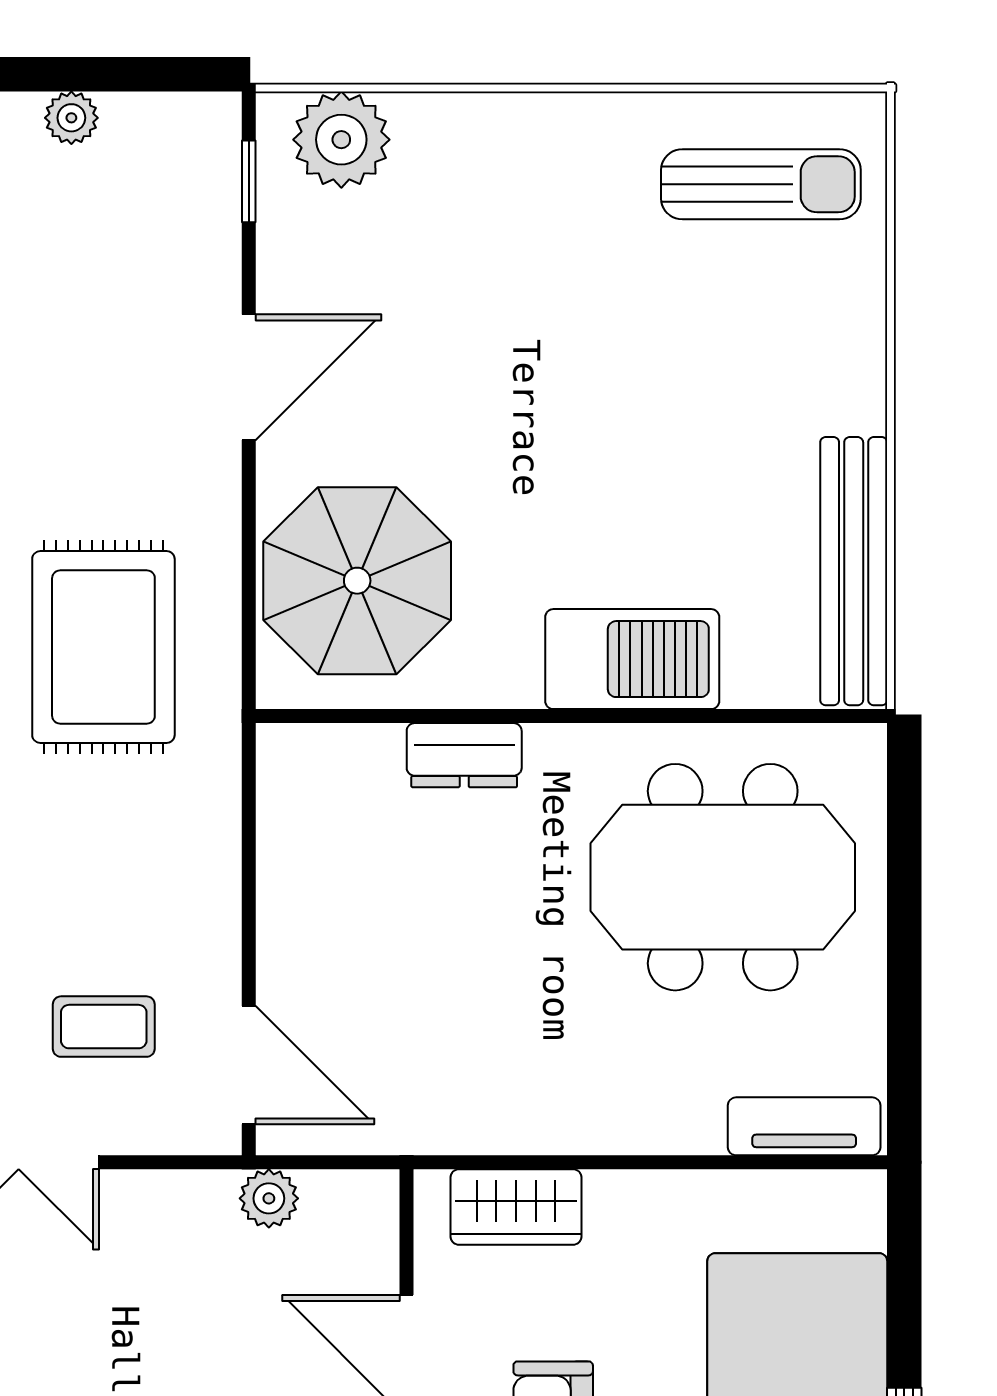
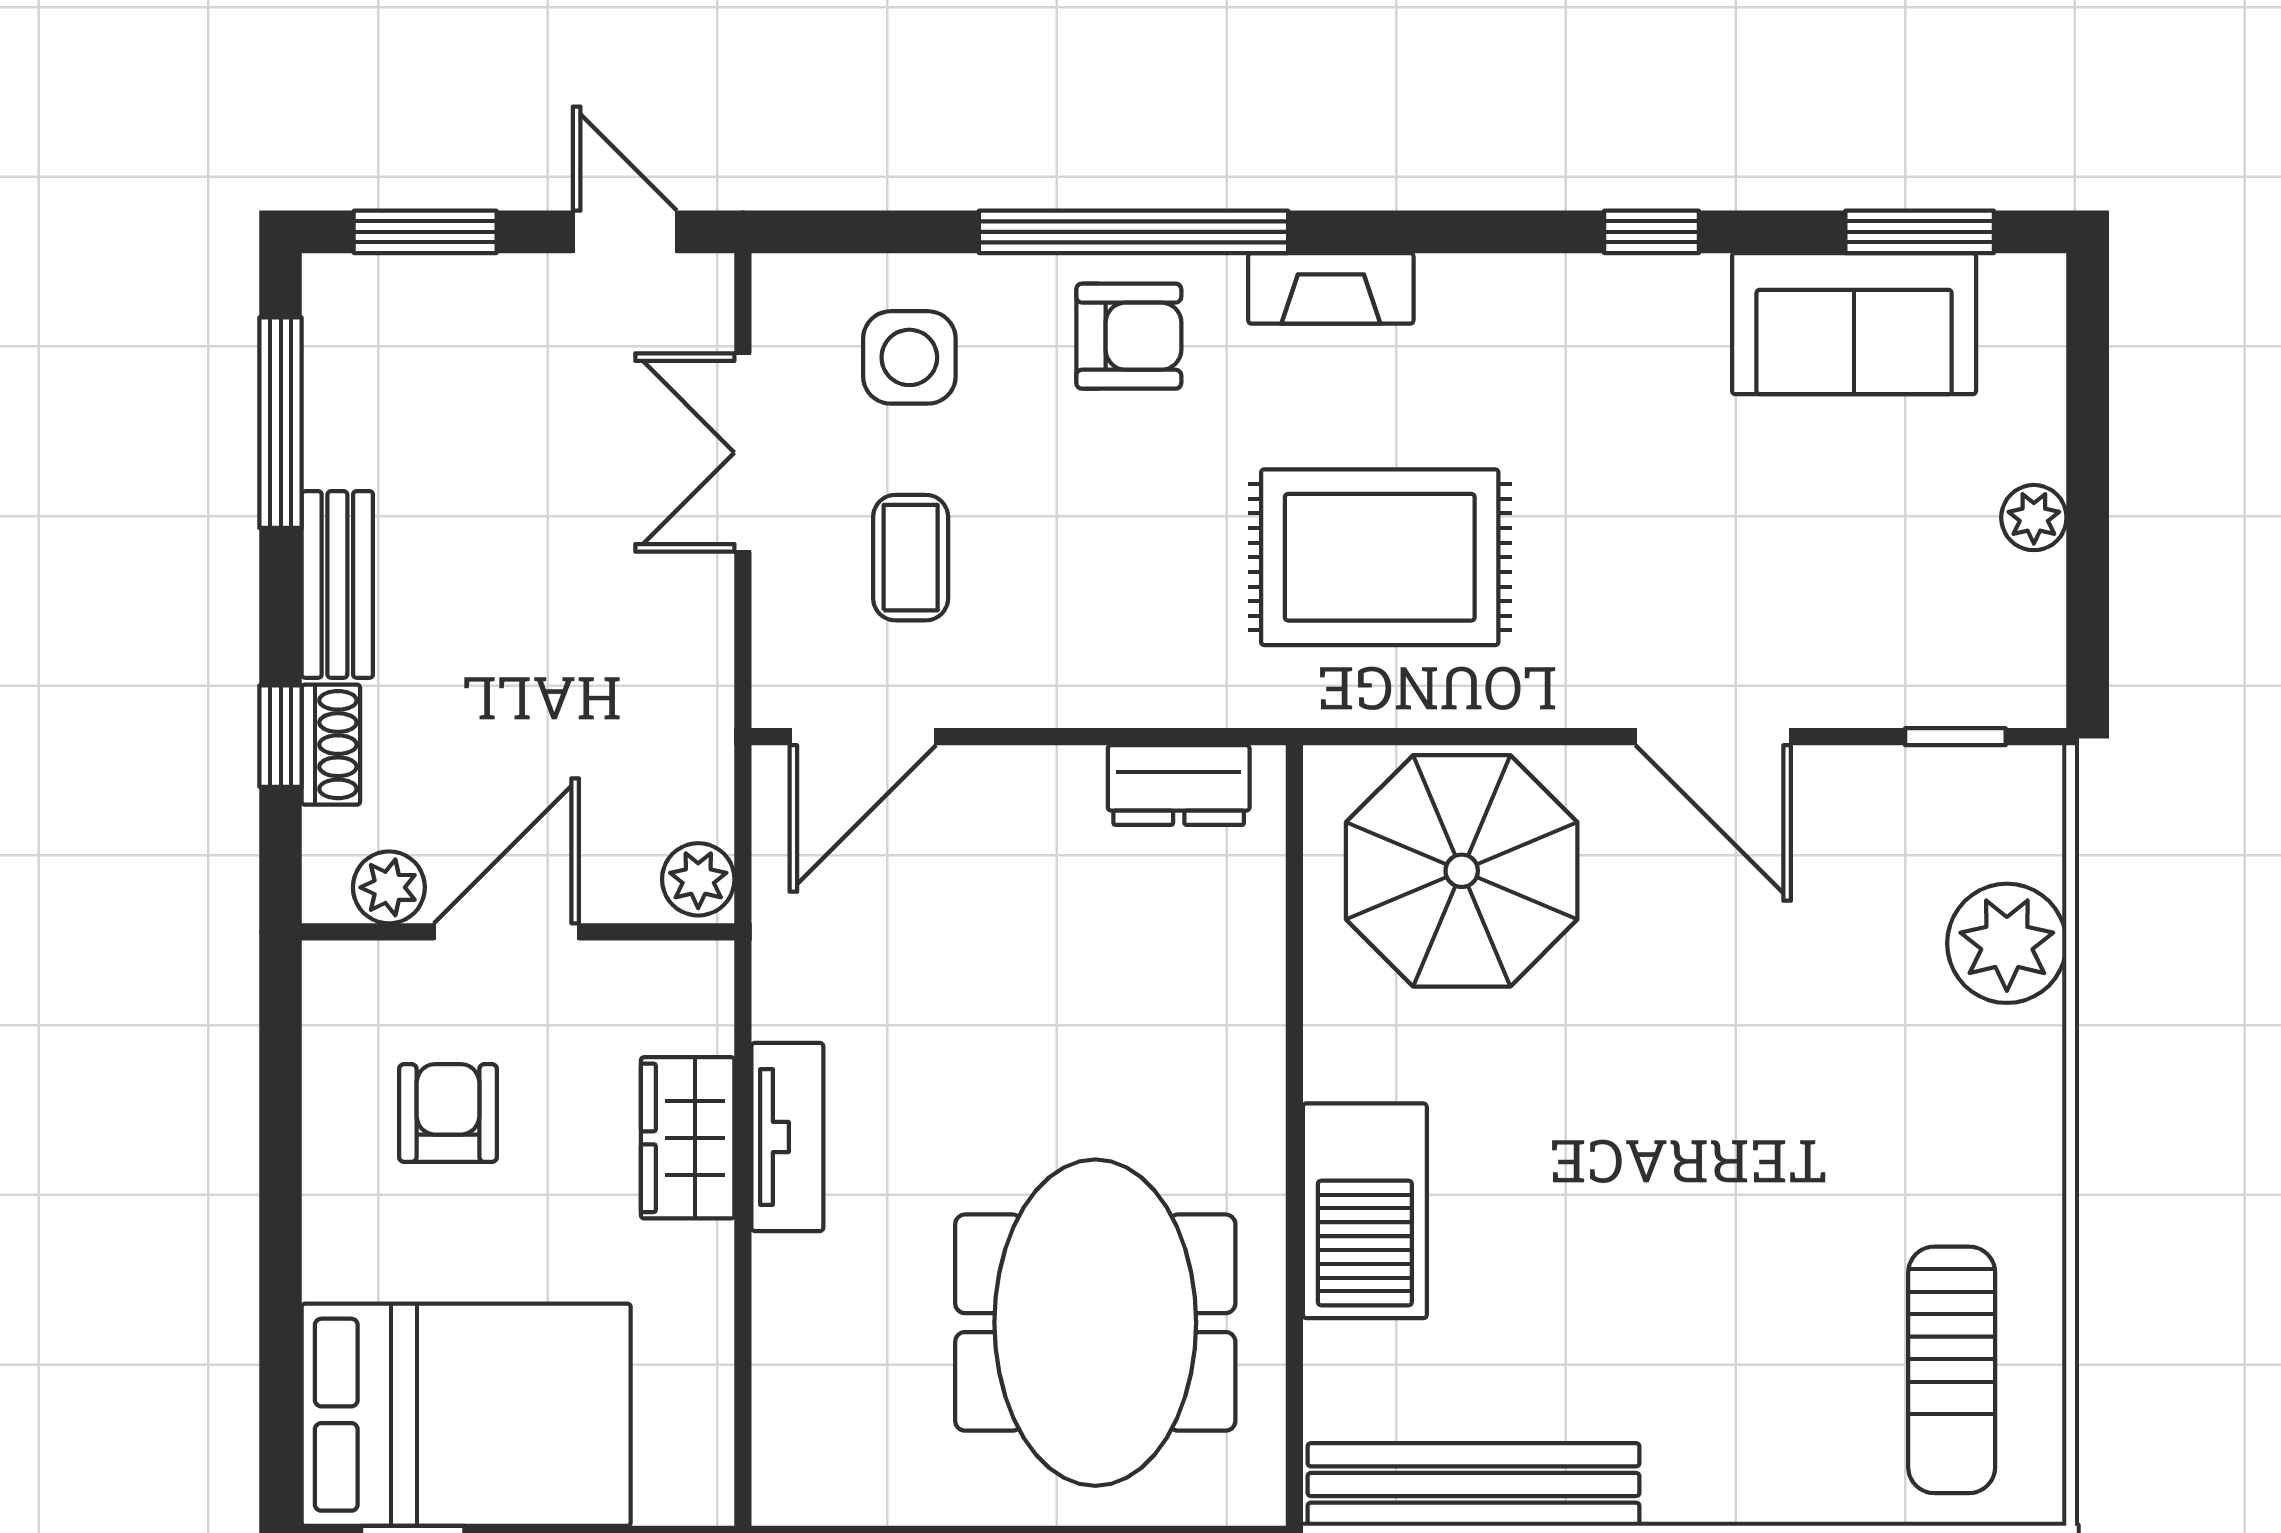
plant: (341, 140) -> (2007, 943), moved
dresser: (464, 755) -> (1179, 785), moved, turned -90
tv unit: (804, 1126) -> (787, 1137), moved
plant: (269, 1198) -> (698, 879), moved
wardrobe: (516, 1207) -> (688, 1138), moved

